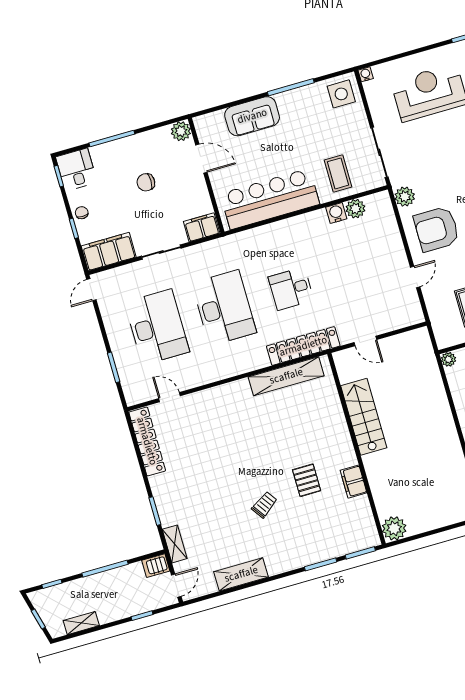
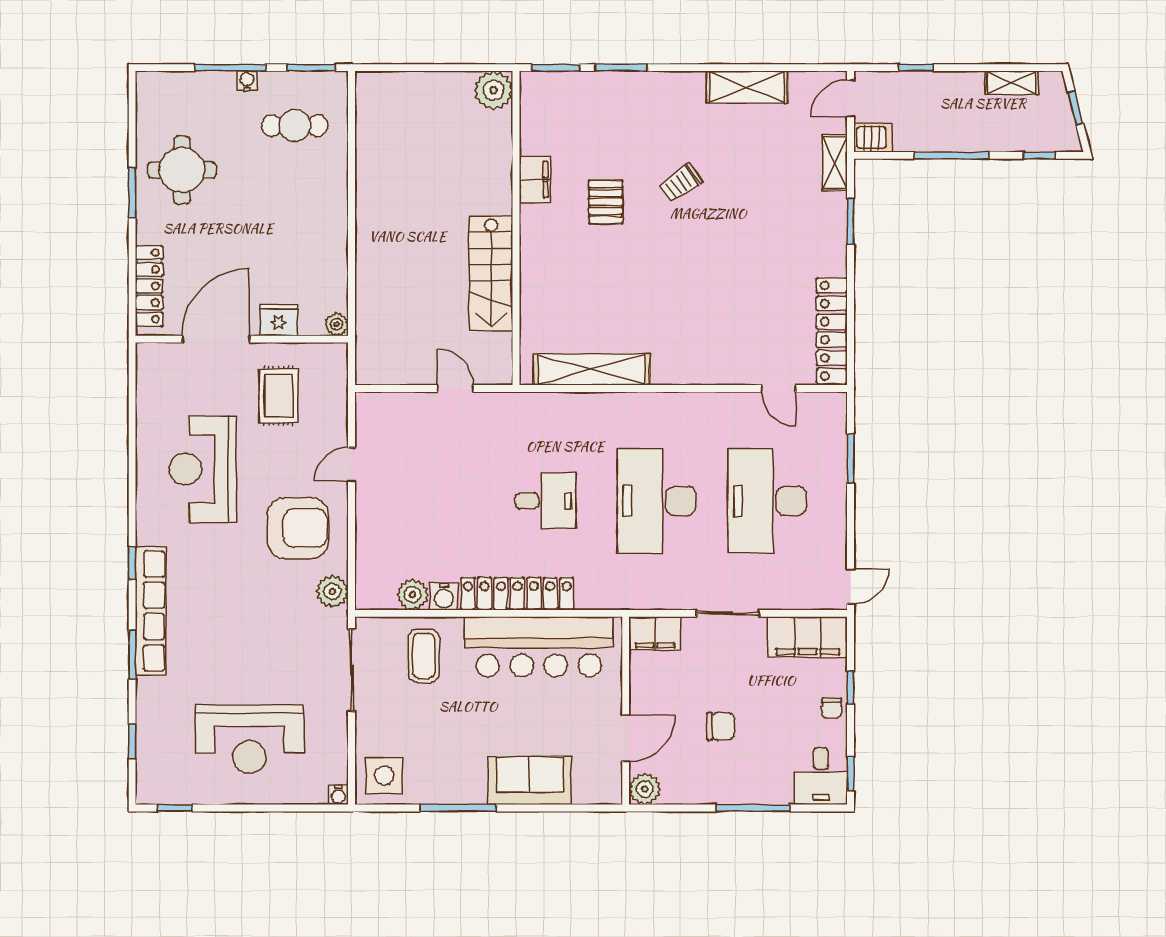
door: (201, 159) -> (626, 738), swing flipped
locker: (303, 346) -> (517, 594), moved, turned 180

